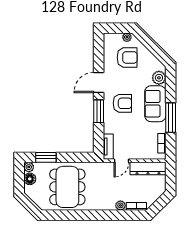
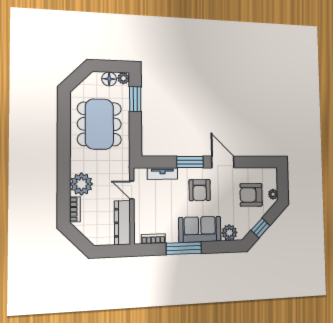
window: (156, 50) -> (260, 228), added
armchair: (127, 57) -> (251, 195), turned 90
tv unit: (108, 147) -> (162, 174), moved
dining table: (67, 187) -> (99, 124), turned 90
plant: (120, 205) -> (81, 184), width x1.87, depth x1.87

